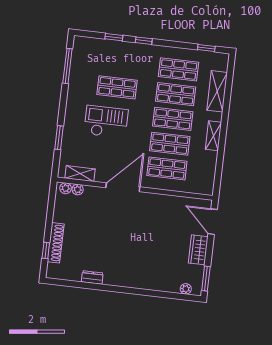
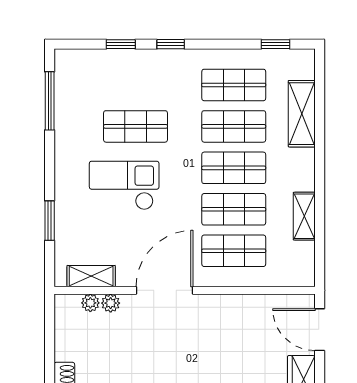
shelving: (213, 136) -> (304, 216), moved
plant: (66, 188) -> (111, 303), moved

